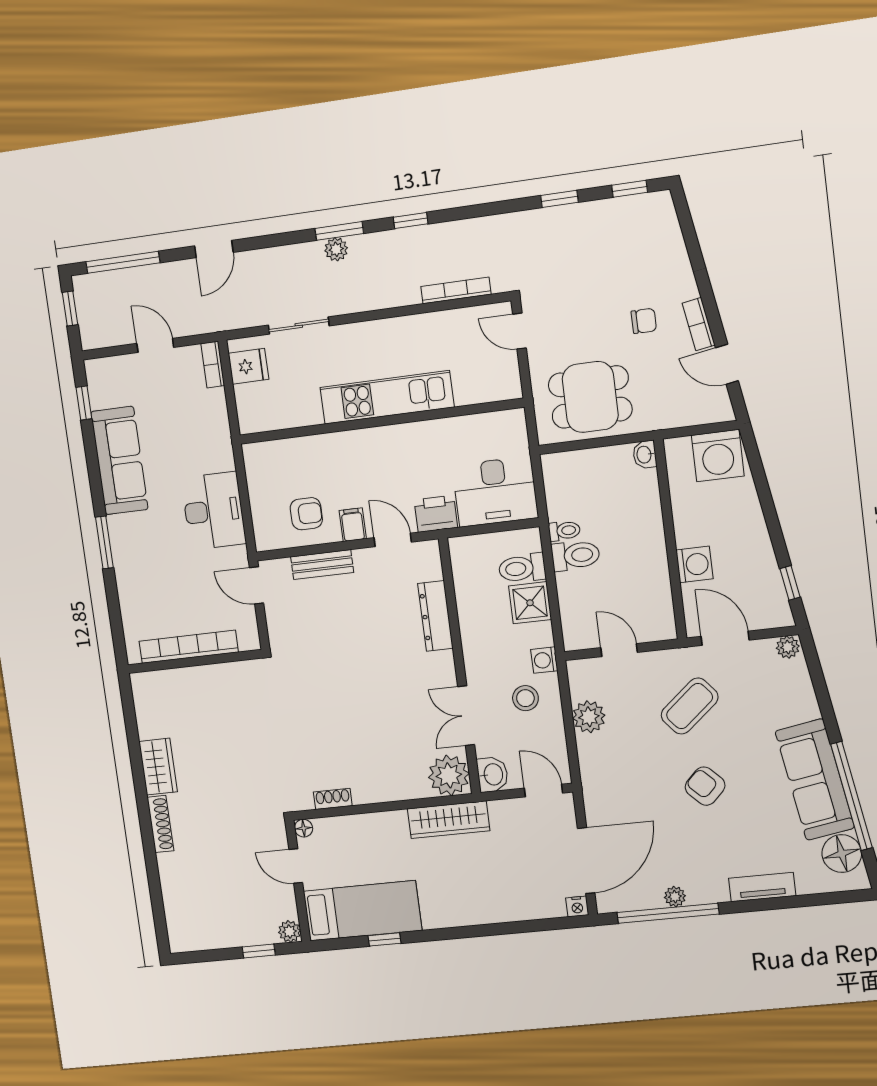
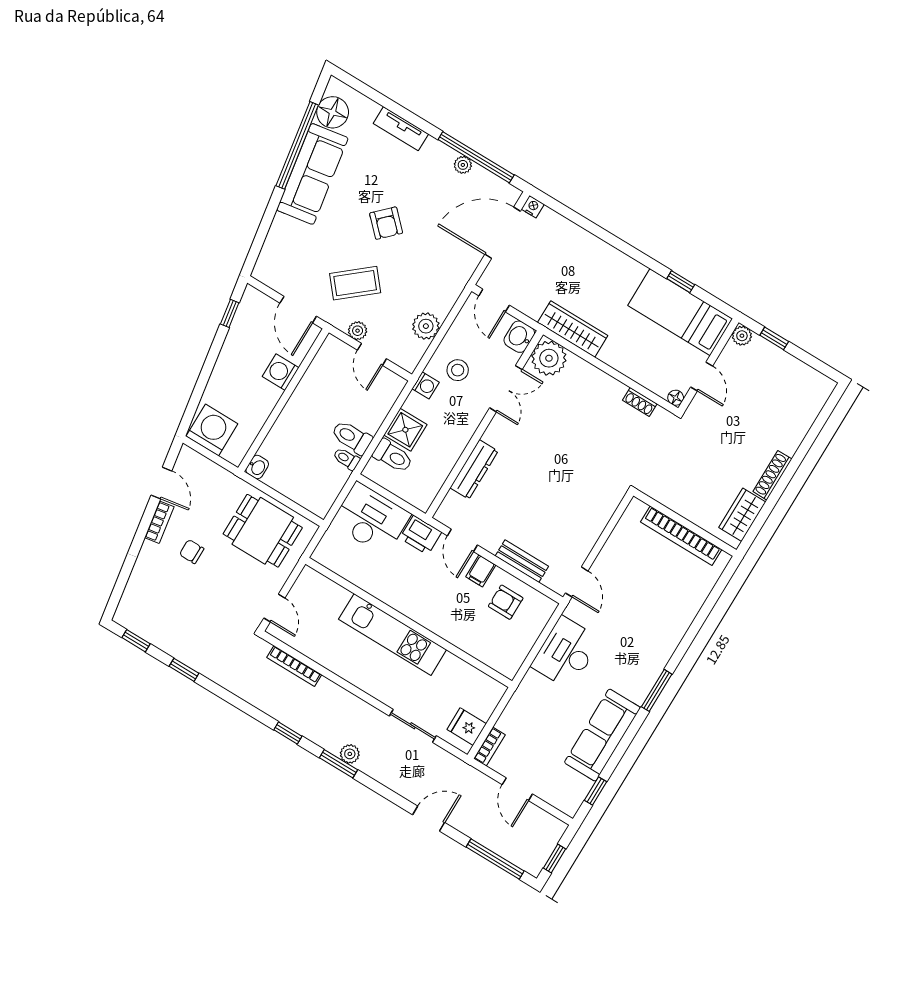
bookcase: (189, 647) -> (681, 536), moved
plant: (788, 647) -> (358, 331), moved
wall: (195, 661) -> (685, 523), moved

